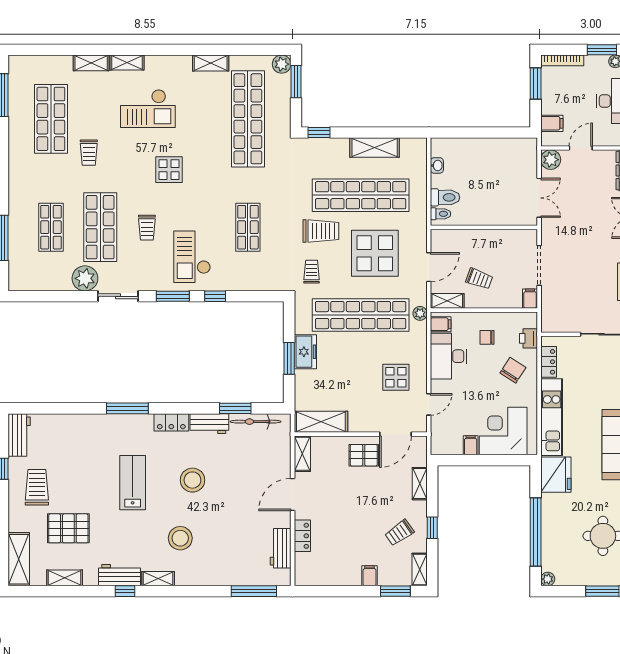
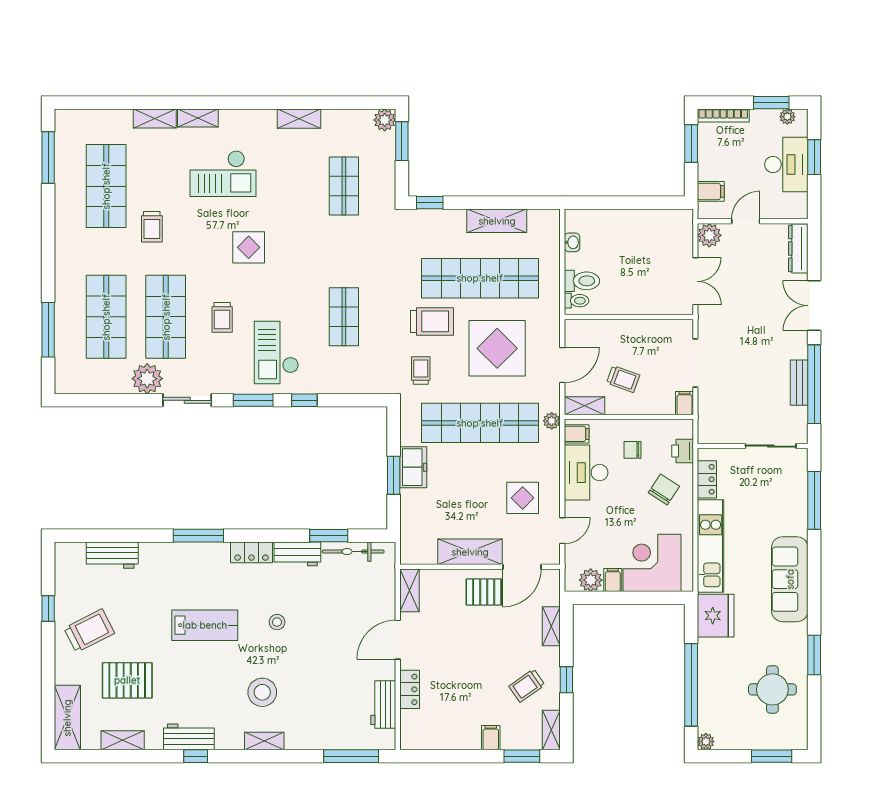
shop shelf: (248, 119) -> (344, 186), width x0.50, depth x0.74
shop shelf: (51, 227) -> (106, 317), width x1.43, depth x1.36
shelving: (321, 422) -> (470, 552), moved
workbench: (19, 435) -> (112, 555), moved, turned 90
plant: (452, 445) -> (591, 580), added
stool: (192, 480) -> (277, 622), width x0.53, depth x0.53
lab bench: (133, 483) -> (205, 625), turned 90
trolley: (37, 487) -> (89, 631), turned 63
shelving: (158, 579) -> (264, 741), moved

